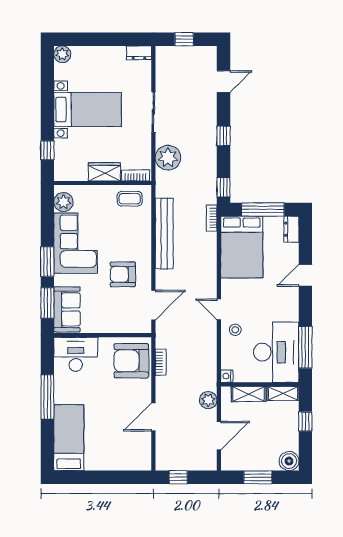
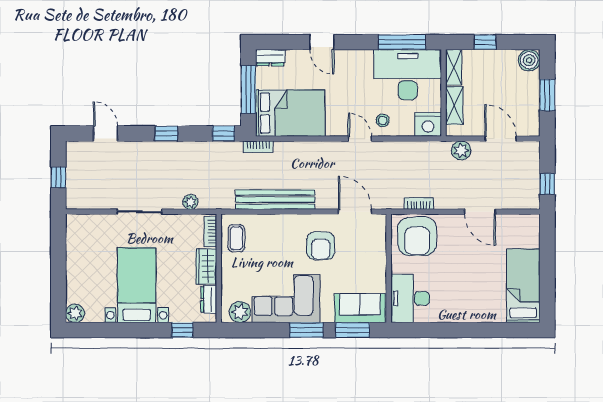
dresser: (139, 53) -> (209, 299), moved, turned 180
plant: (168, 158) -> (190, 202), width x0.53, depth x0.53
door: (219, 309) -> (360, 139), swing flipped
nightstand: (227, 376) -> (428, 124), width x1.89, depth x1.79
window: (47, 397) -> (458, 330), removed
bed: (69, 438) -> (523, 286), moved, turned 90

